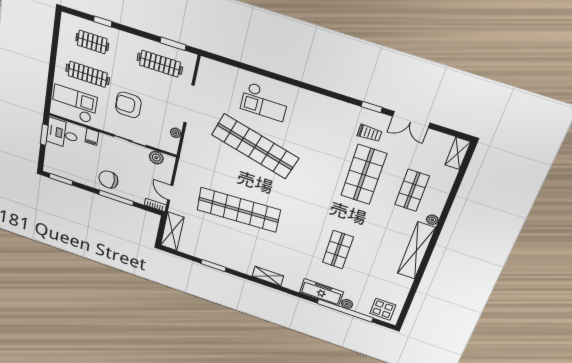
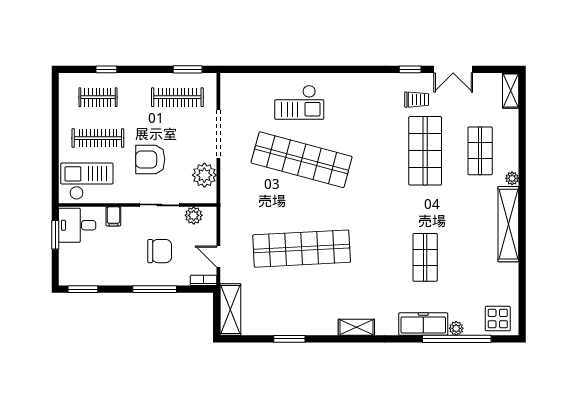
plant: (176, 133) -> (204, 175), width x1.87, depth x1.87
chair: (108, 179) -> (160, 251), moved, turned 180

